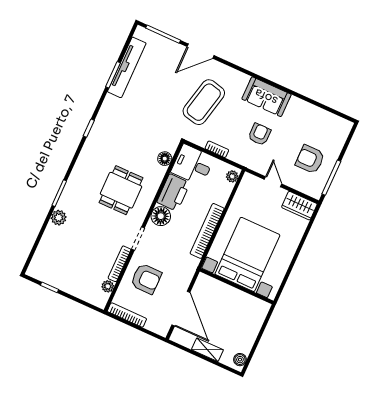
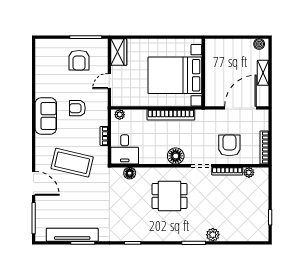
printer: (173, 193) -> (153, 154), removed

